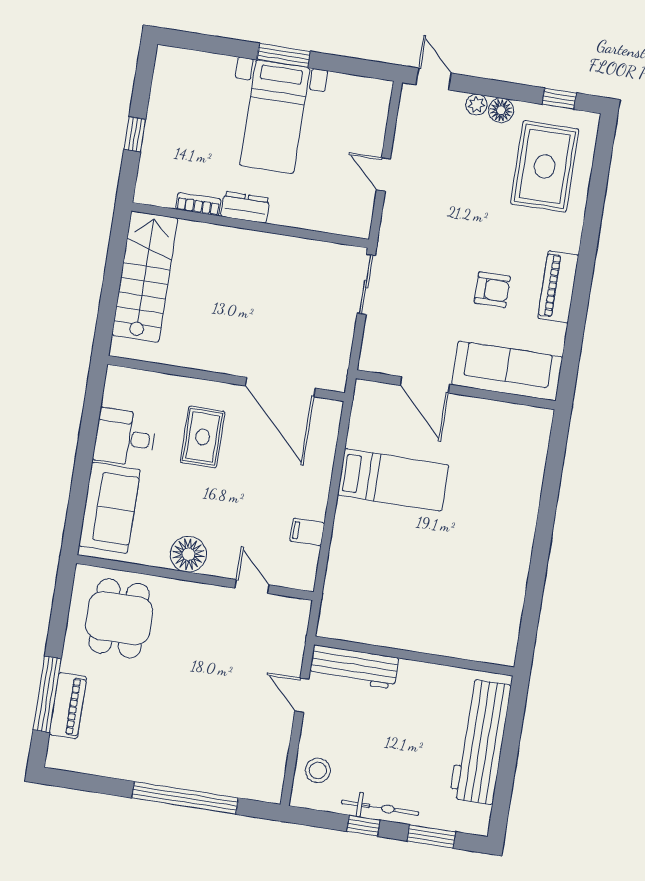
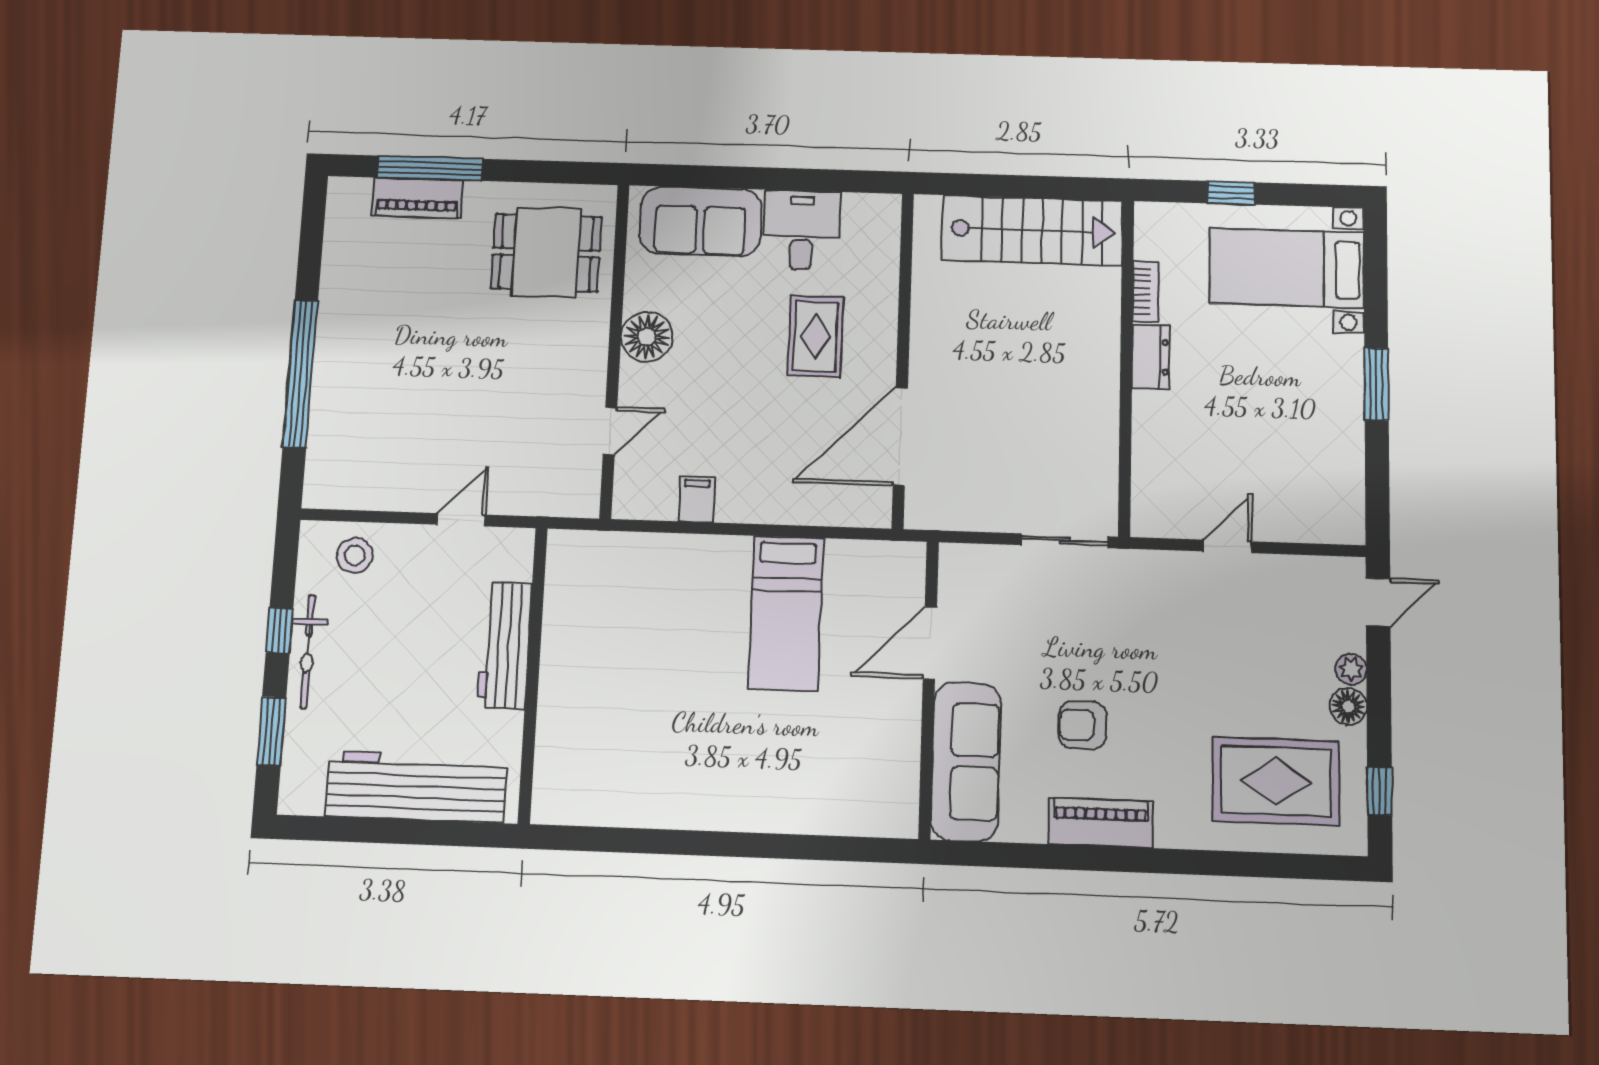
bed with nightstands: (275, 117) -> (1287, 268), moved
armchair: (492, 290) -> (1083, 725), turned 90
rug: (203, 437) -> (815, 337), turned 90
workbench: (354, 667) -> (505, 645), moved

